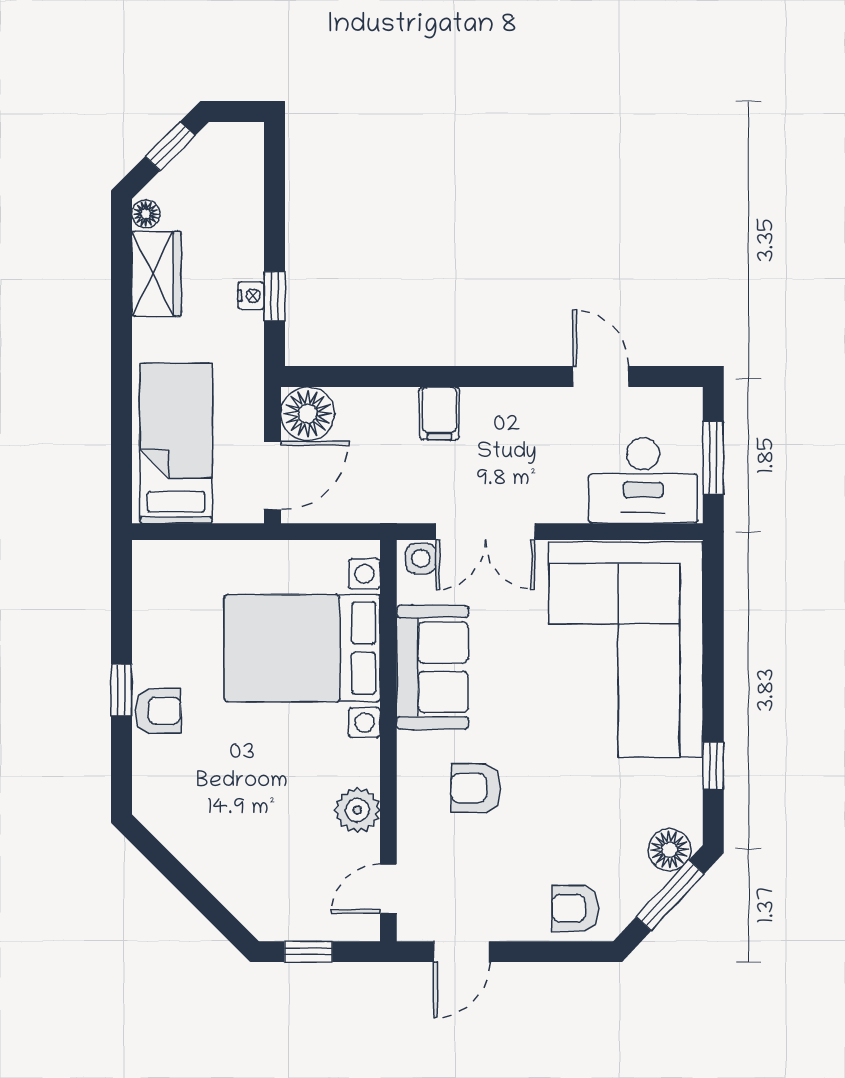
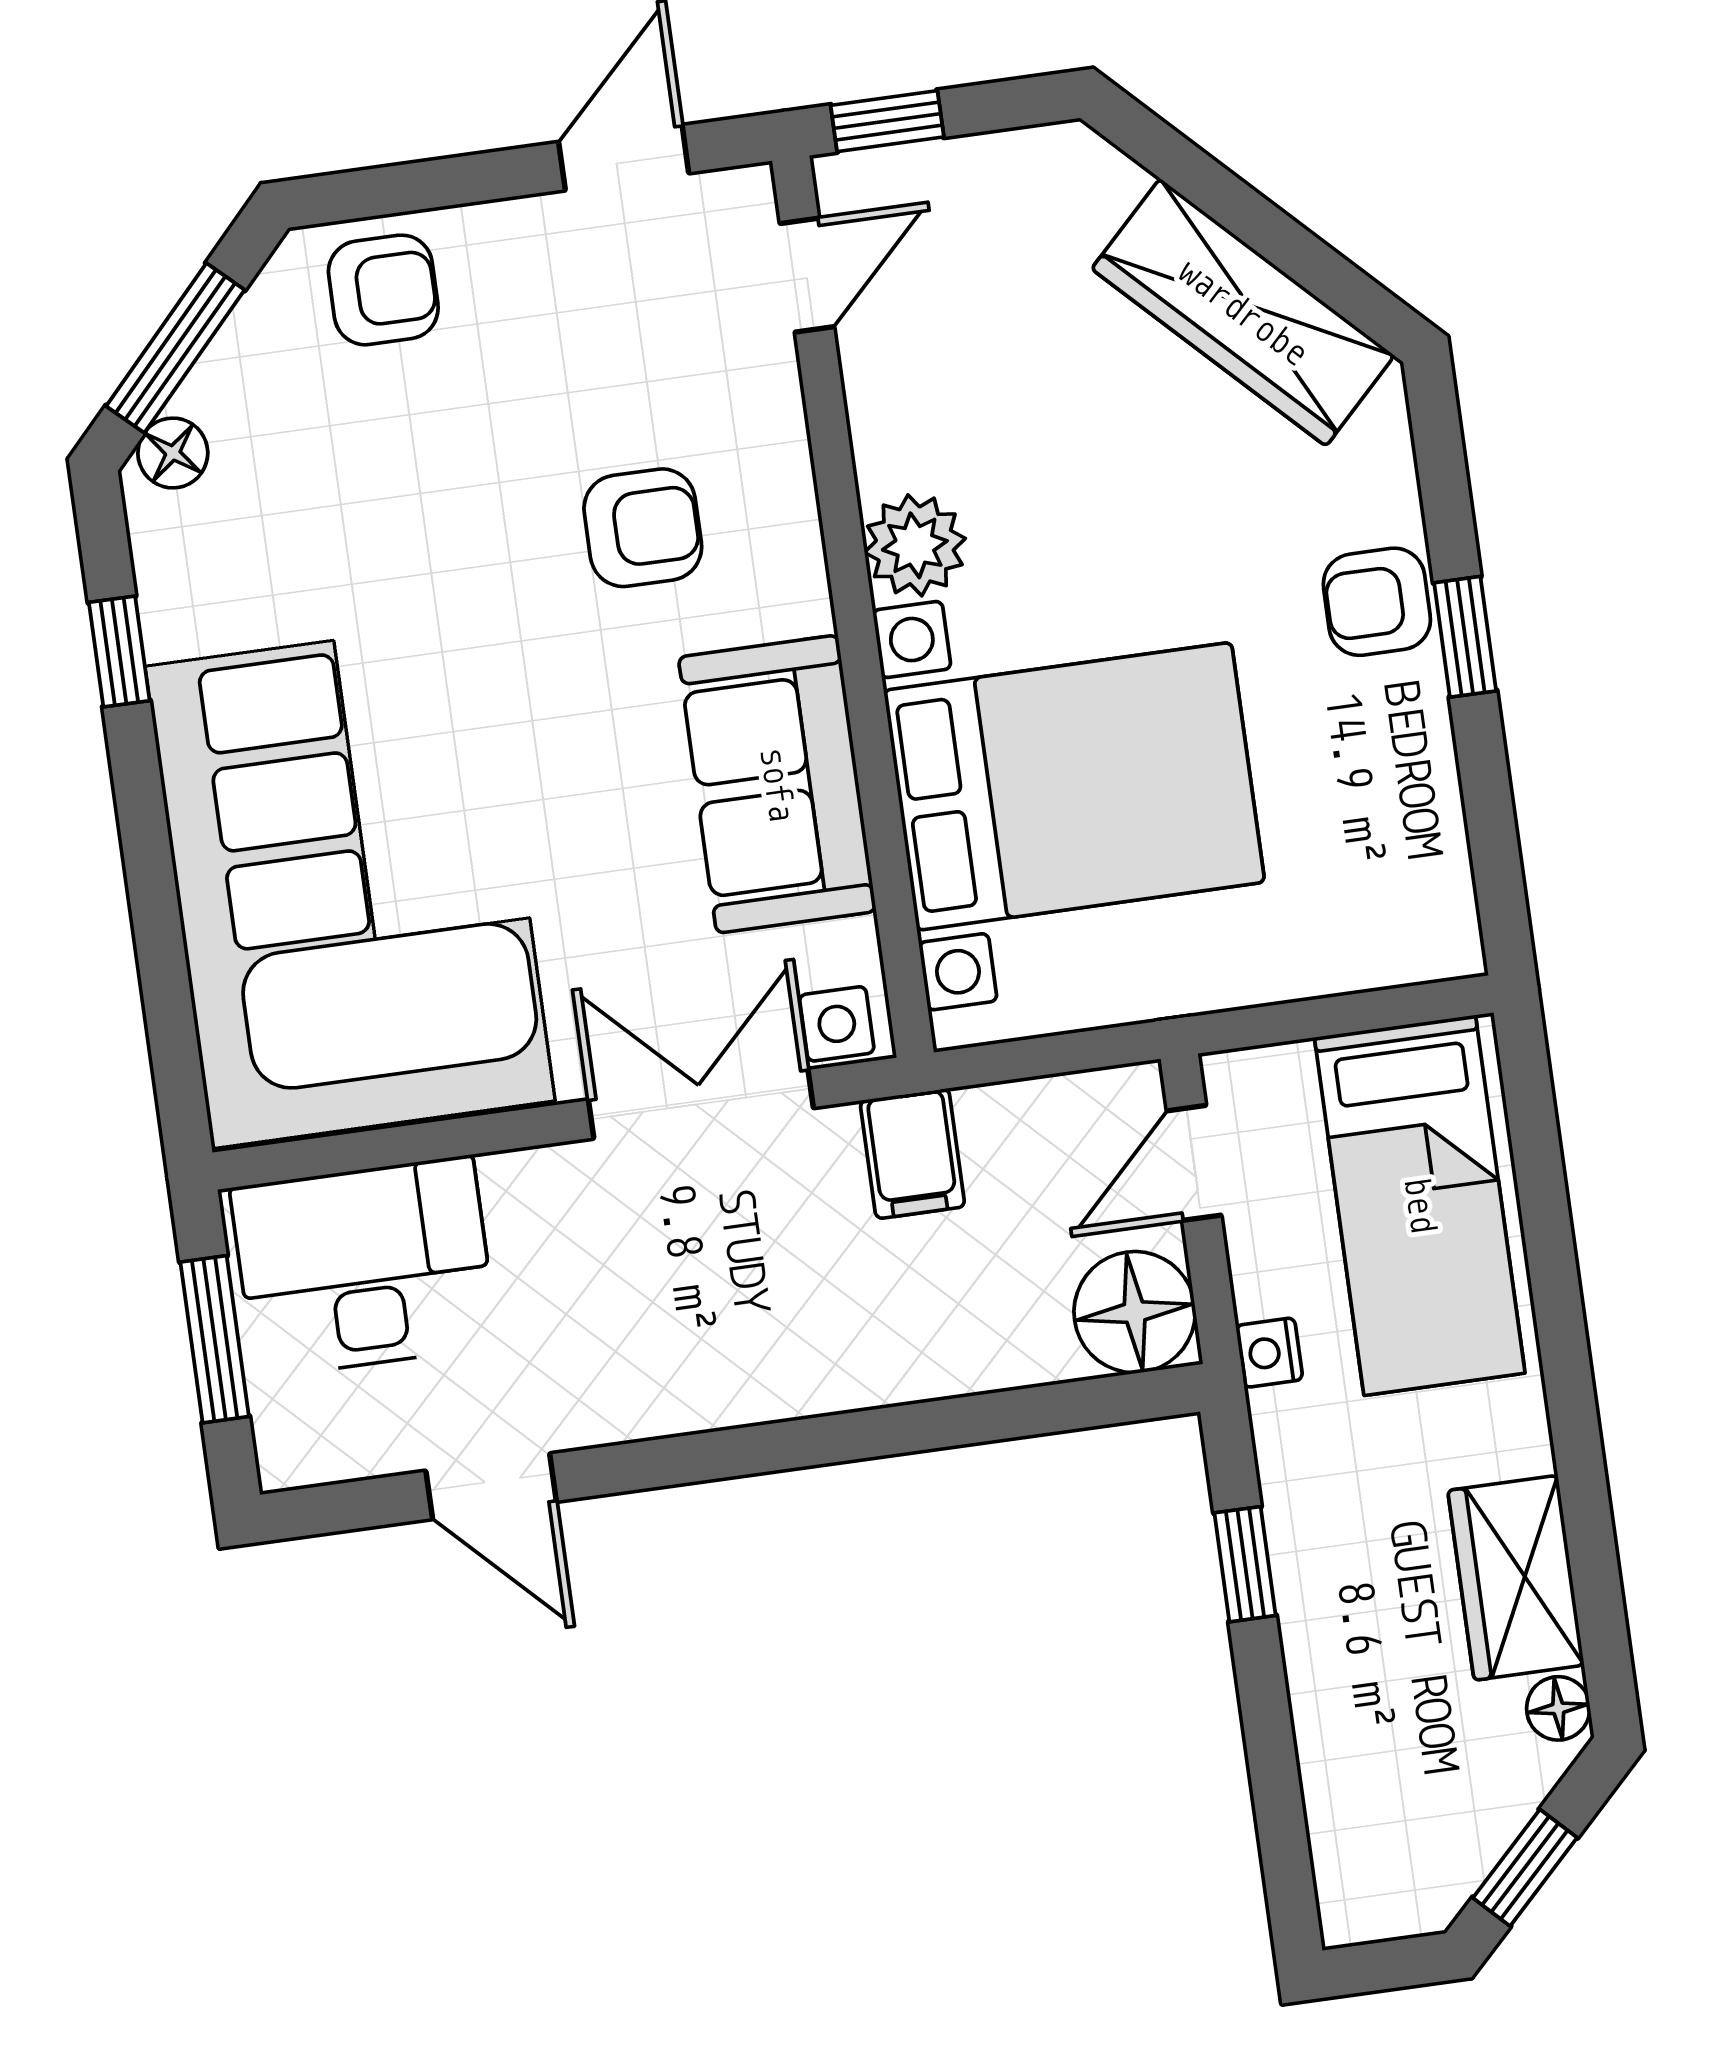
nightstand: (251, 296) -> (1269, 1353), moved
filing cabinet: (439, 413) -> (912, 1154), moved, turned 180
door: (272, 476) -> (1194, 1163), width x0.73
plant: (357, 810) -> (915, 545), moved
wardrobe: (199, 846) -> (1243, 312), added
floor lamp: (669, 850) -> (173, 453), width x0.73, depth x0.73
window: (308, 952) -> (887, 121), moved

